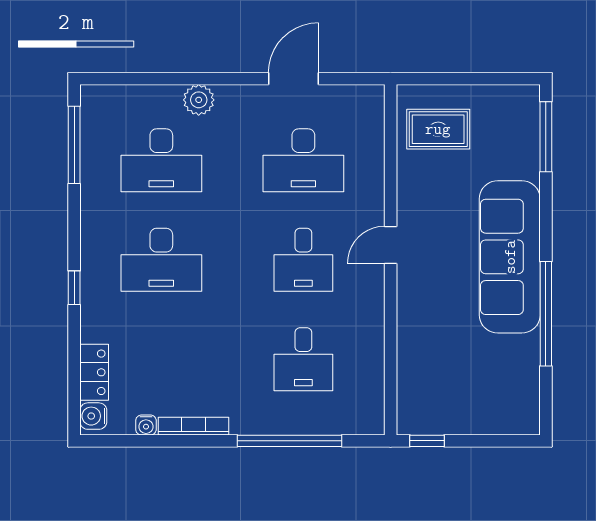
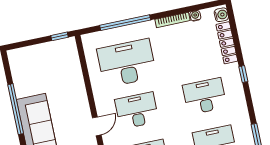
desk: (303, 260) -> (137, 111), width x1.37
desk: (303, 359) -> (127, 63), width x1.87, depth x1.30
locker: (94, 372) -> (227, 43), width x1.53

